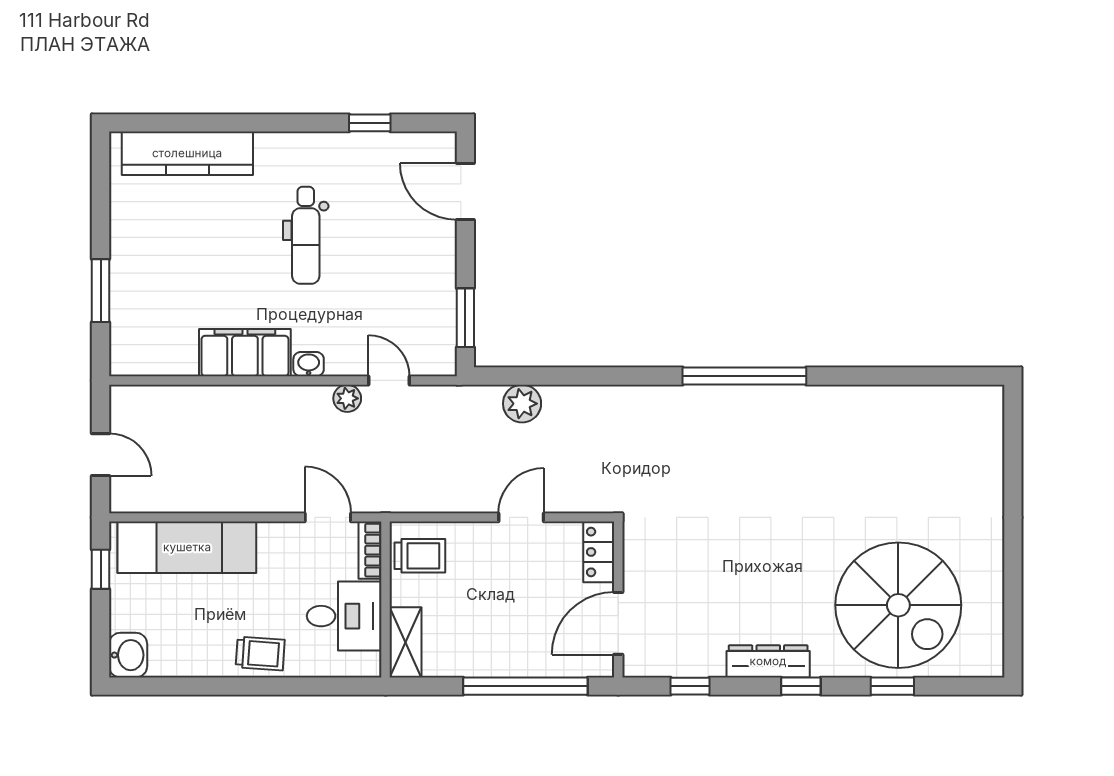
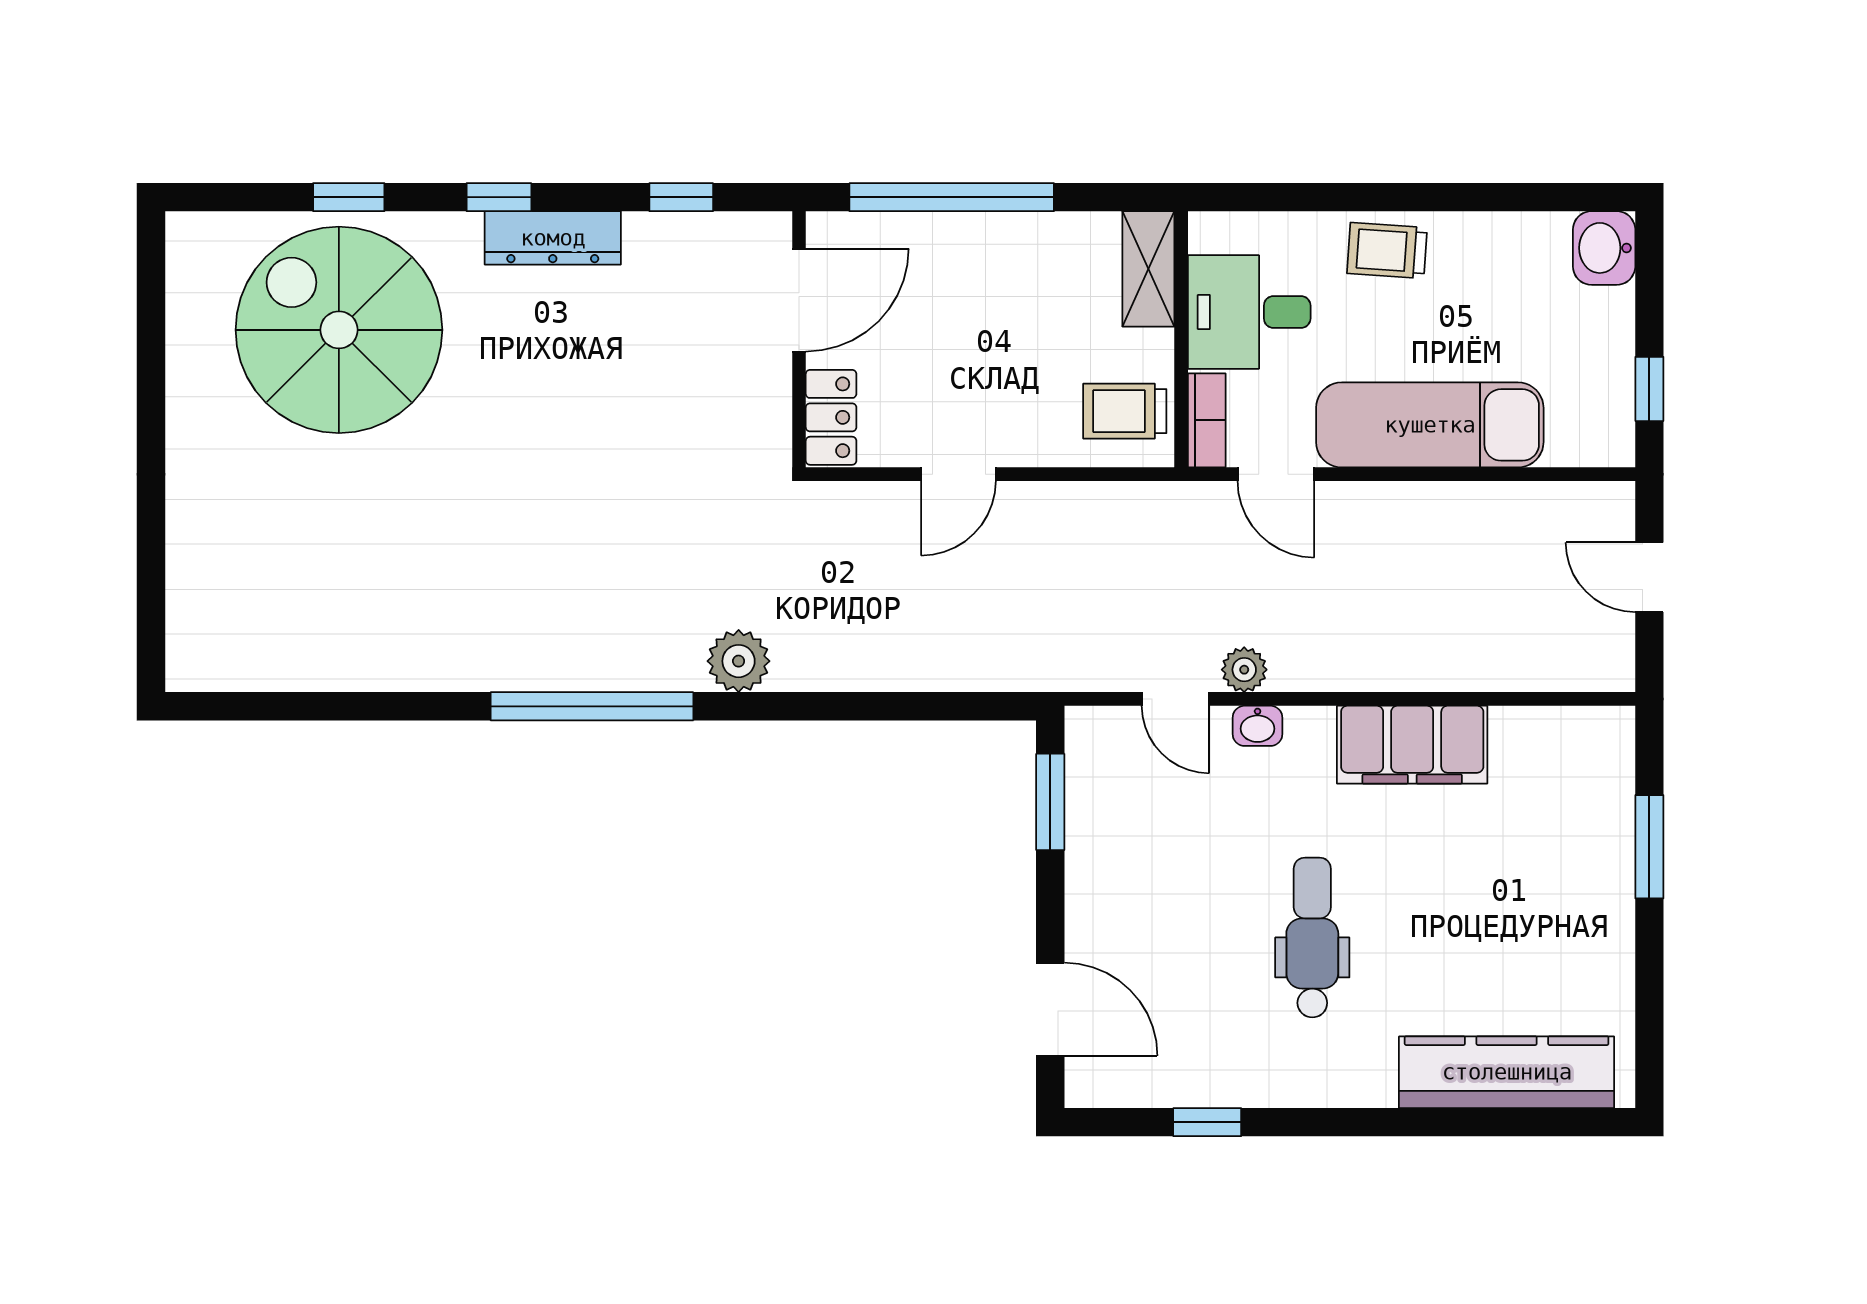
washbasin: (309, 364) -> (1258, 726), moved
plant: (522, 404) -> (739, 661), moved
exam couch: (187, 547) -> (1430, 425), moved

